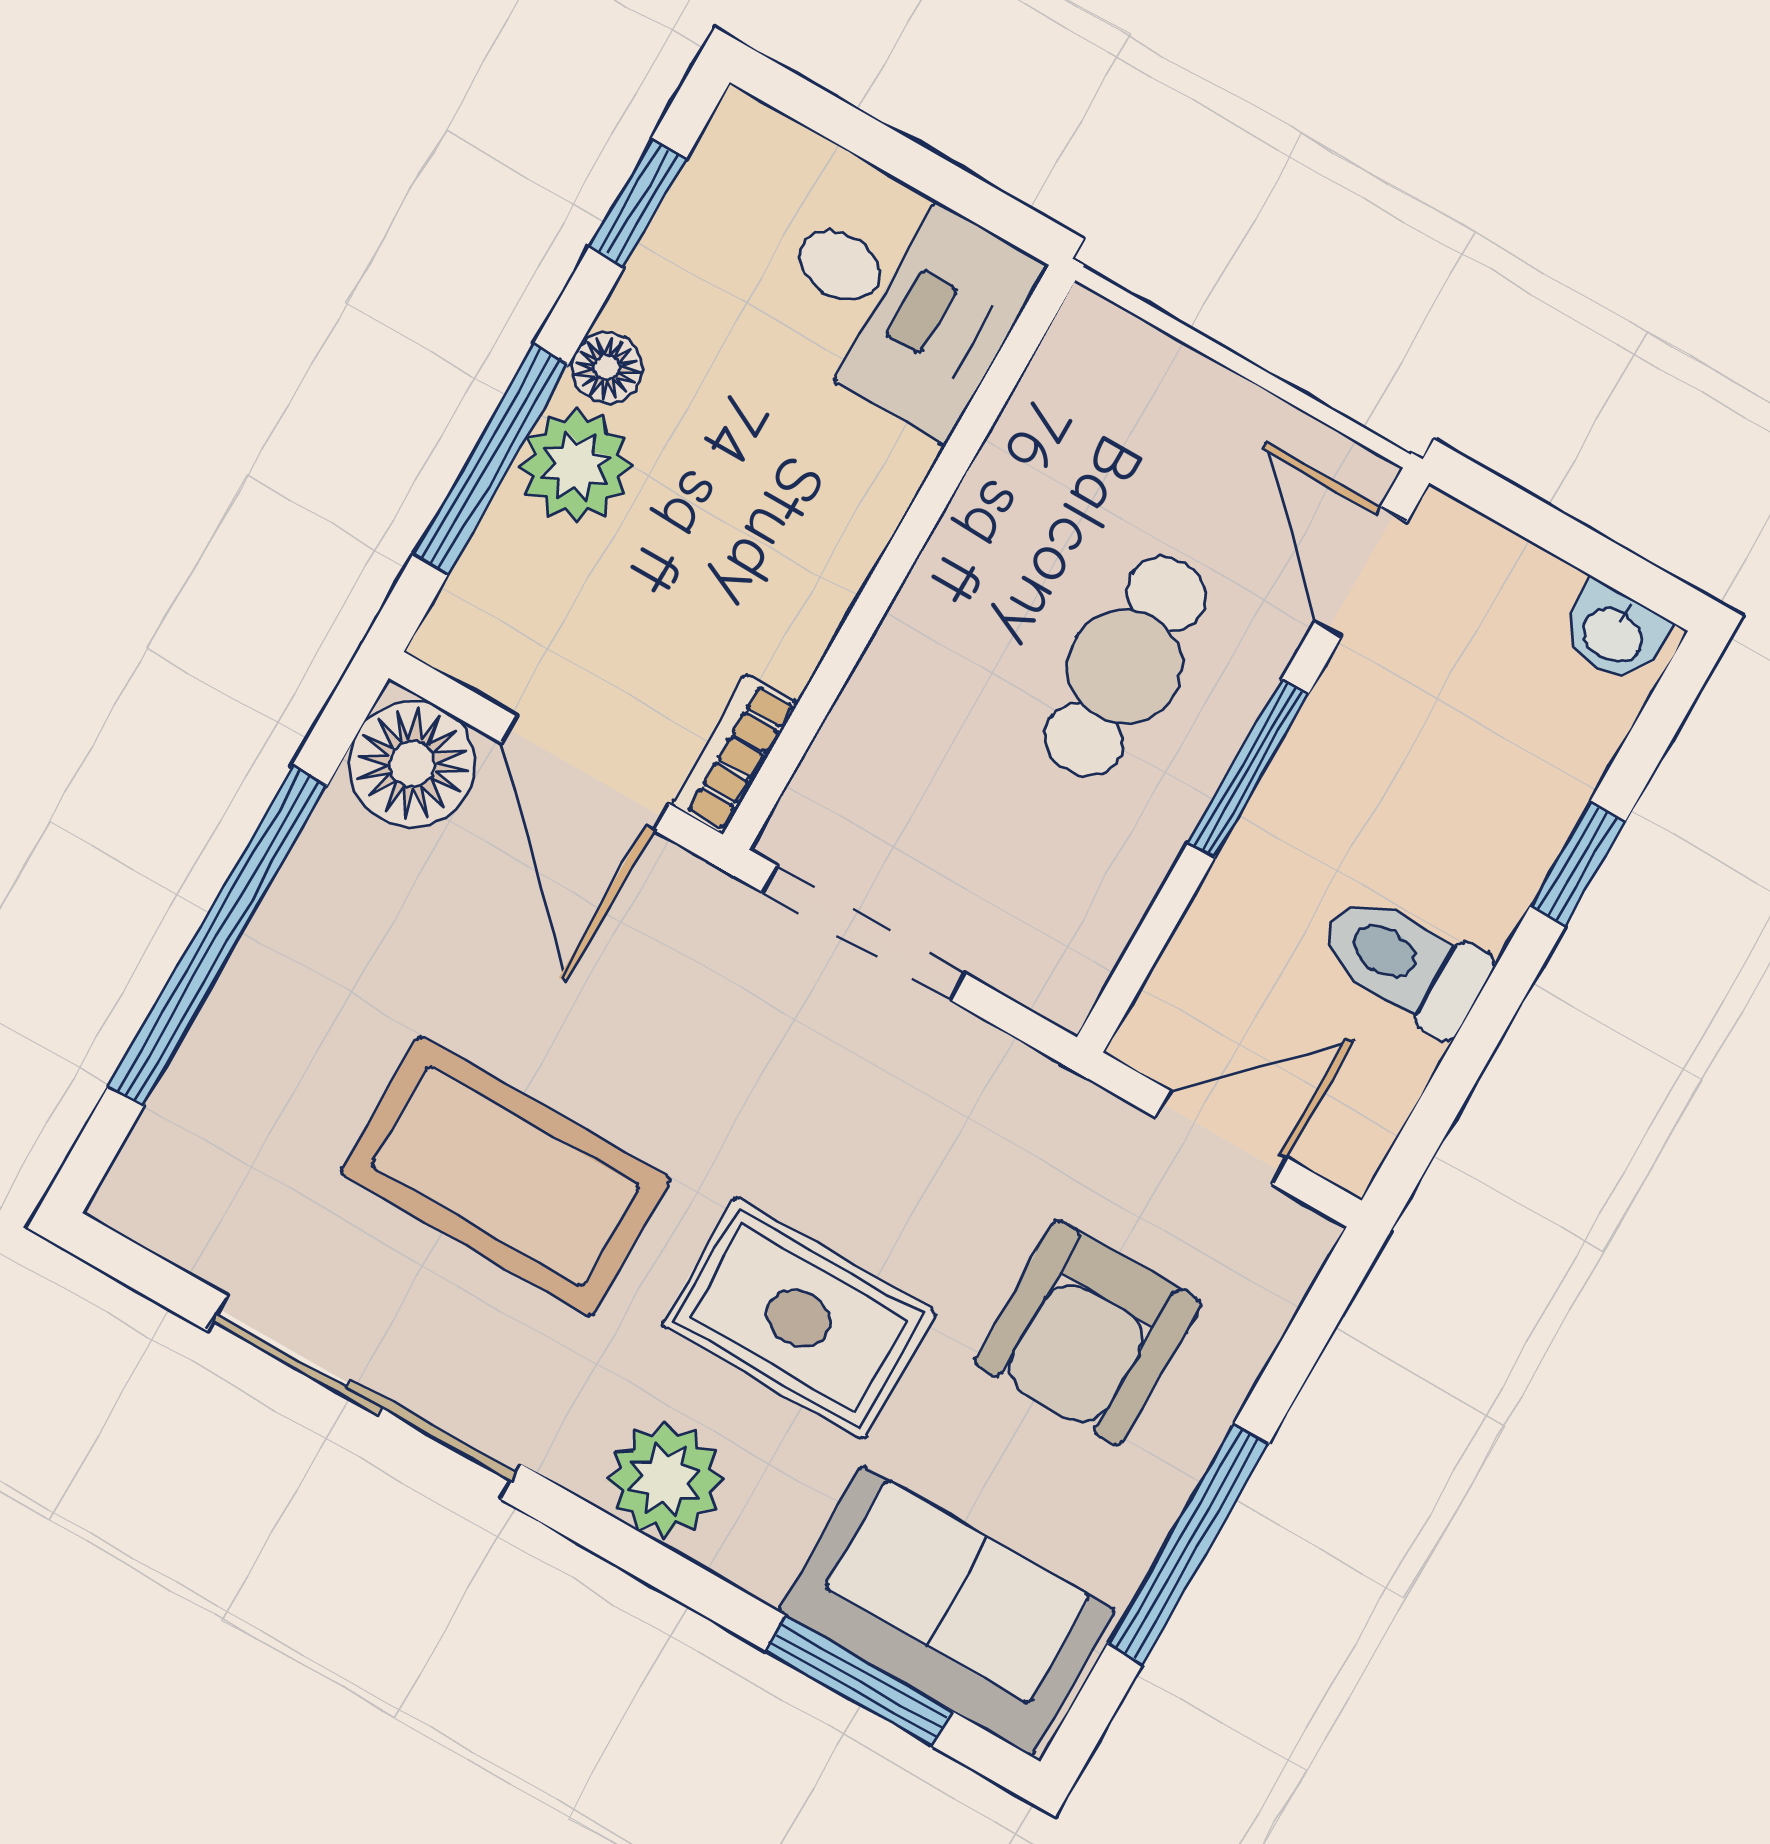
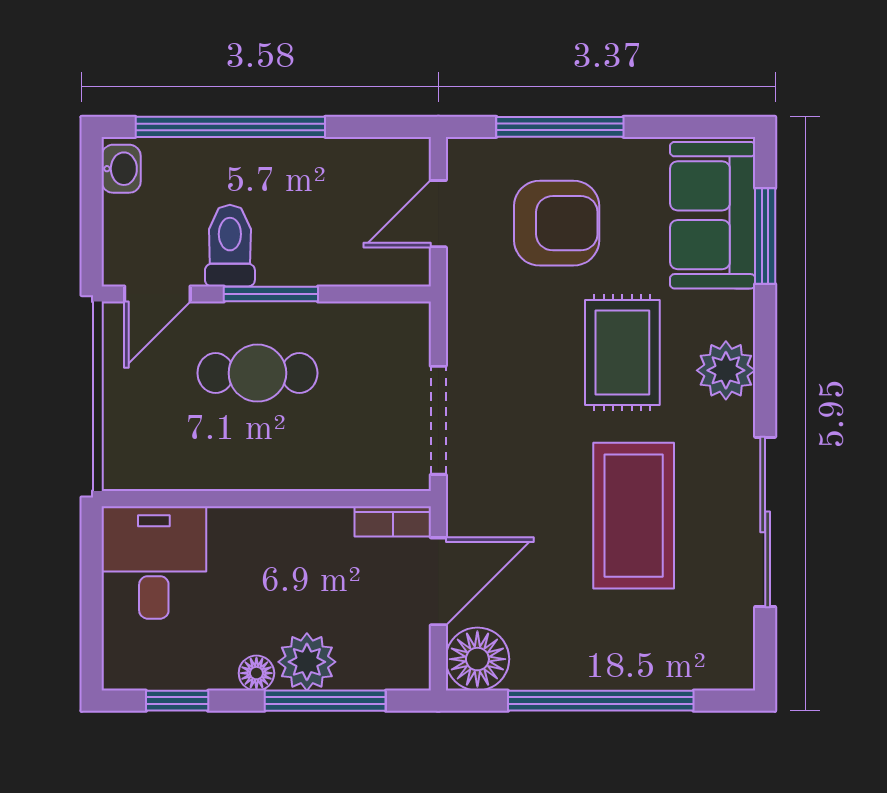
window: (1578, 864) -> (230, 127), width x3.17
toilet: (1404, 962) -> (230, 246), moved, turned 180
door: (1221, 1138) -> (438, 214), hinge flipped
window: (1188, 1544) -> (560, 127), moved

